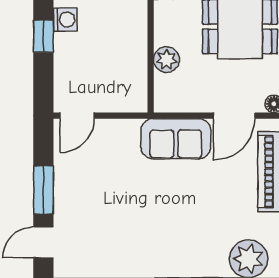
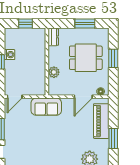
sofa: (176, 139) -> (46, 107), moved

